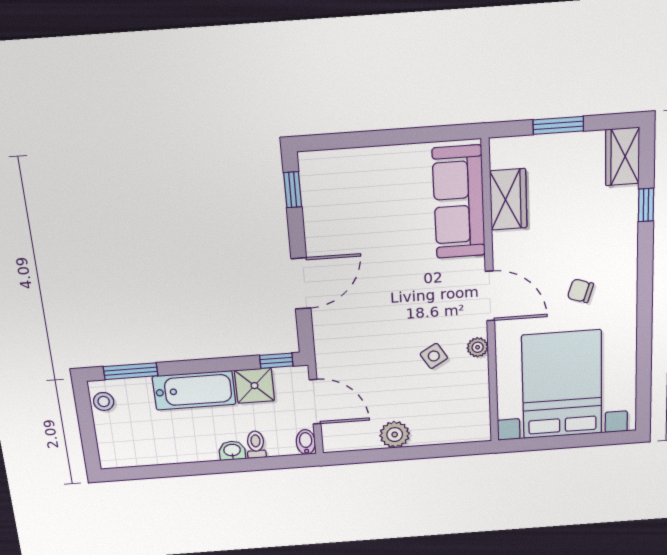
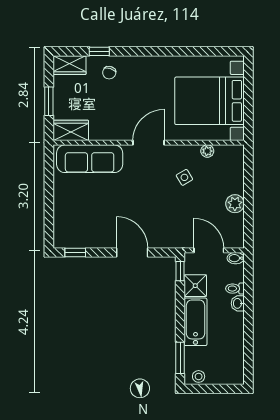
wardrobe: (508, 199) -> (71, 130), moved
chair: (580, 291) -> (109, 73), moved
plant: (478, 347) -> (207, 151), moved
door: (315, 402) -> (209, 250), hinge flipped

